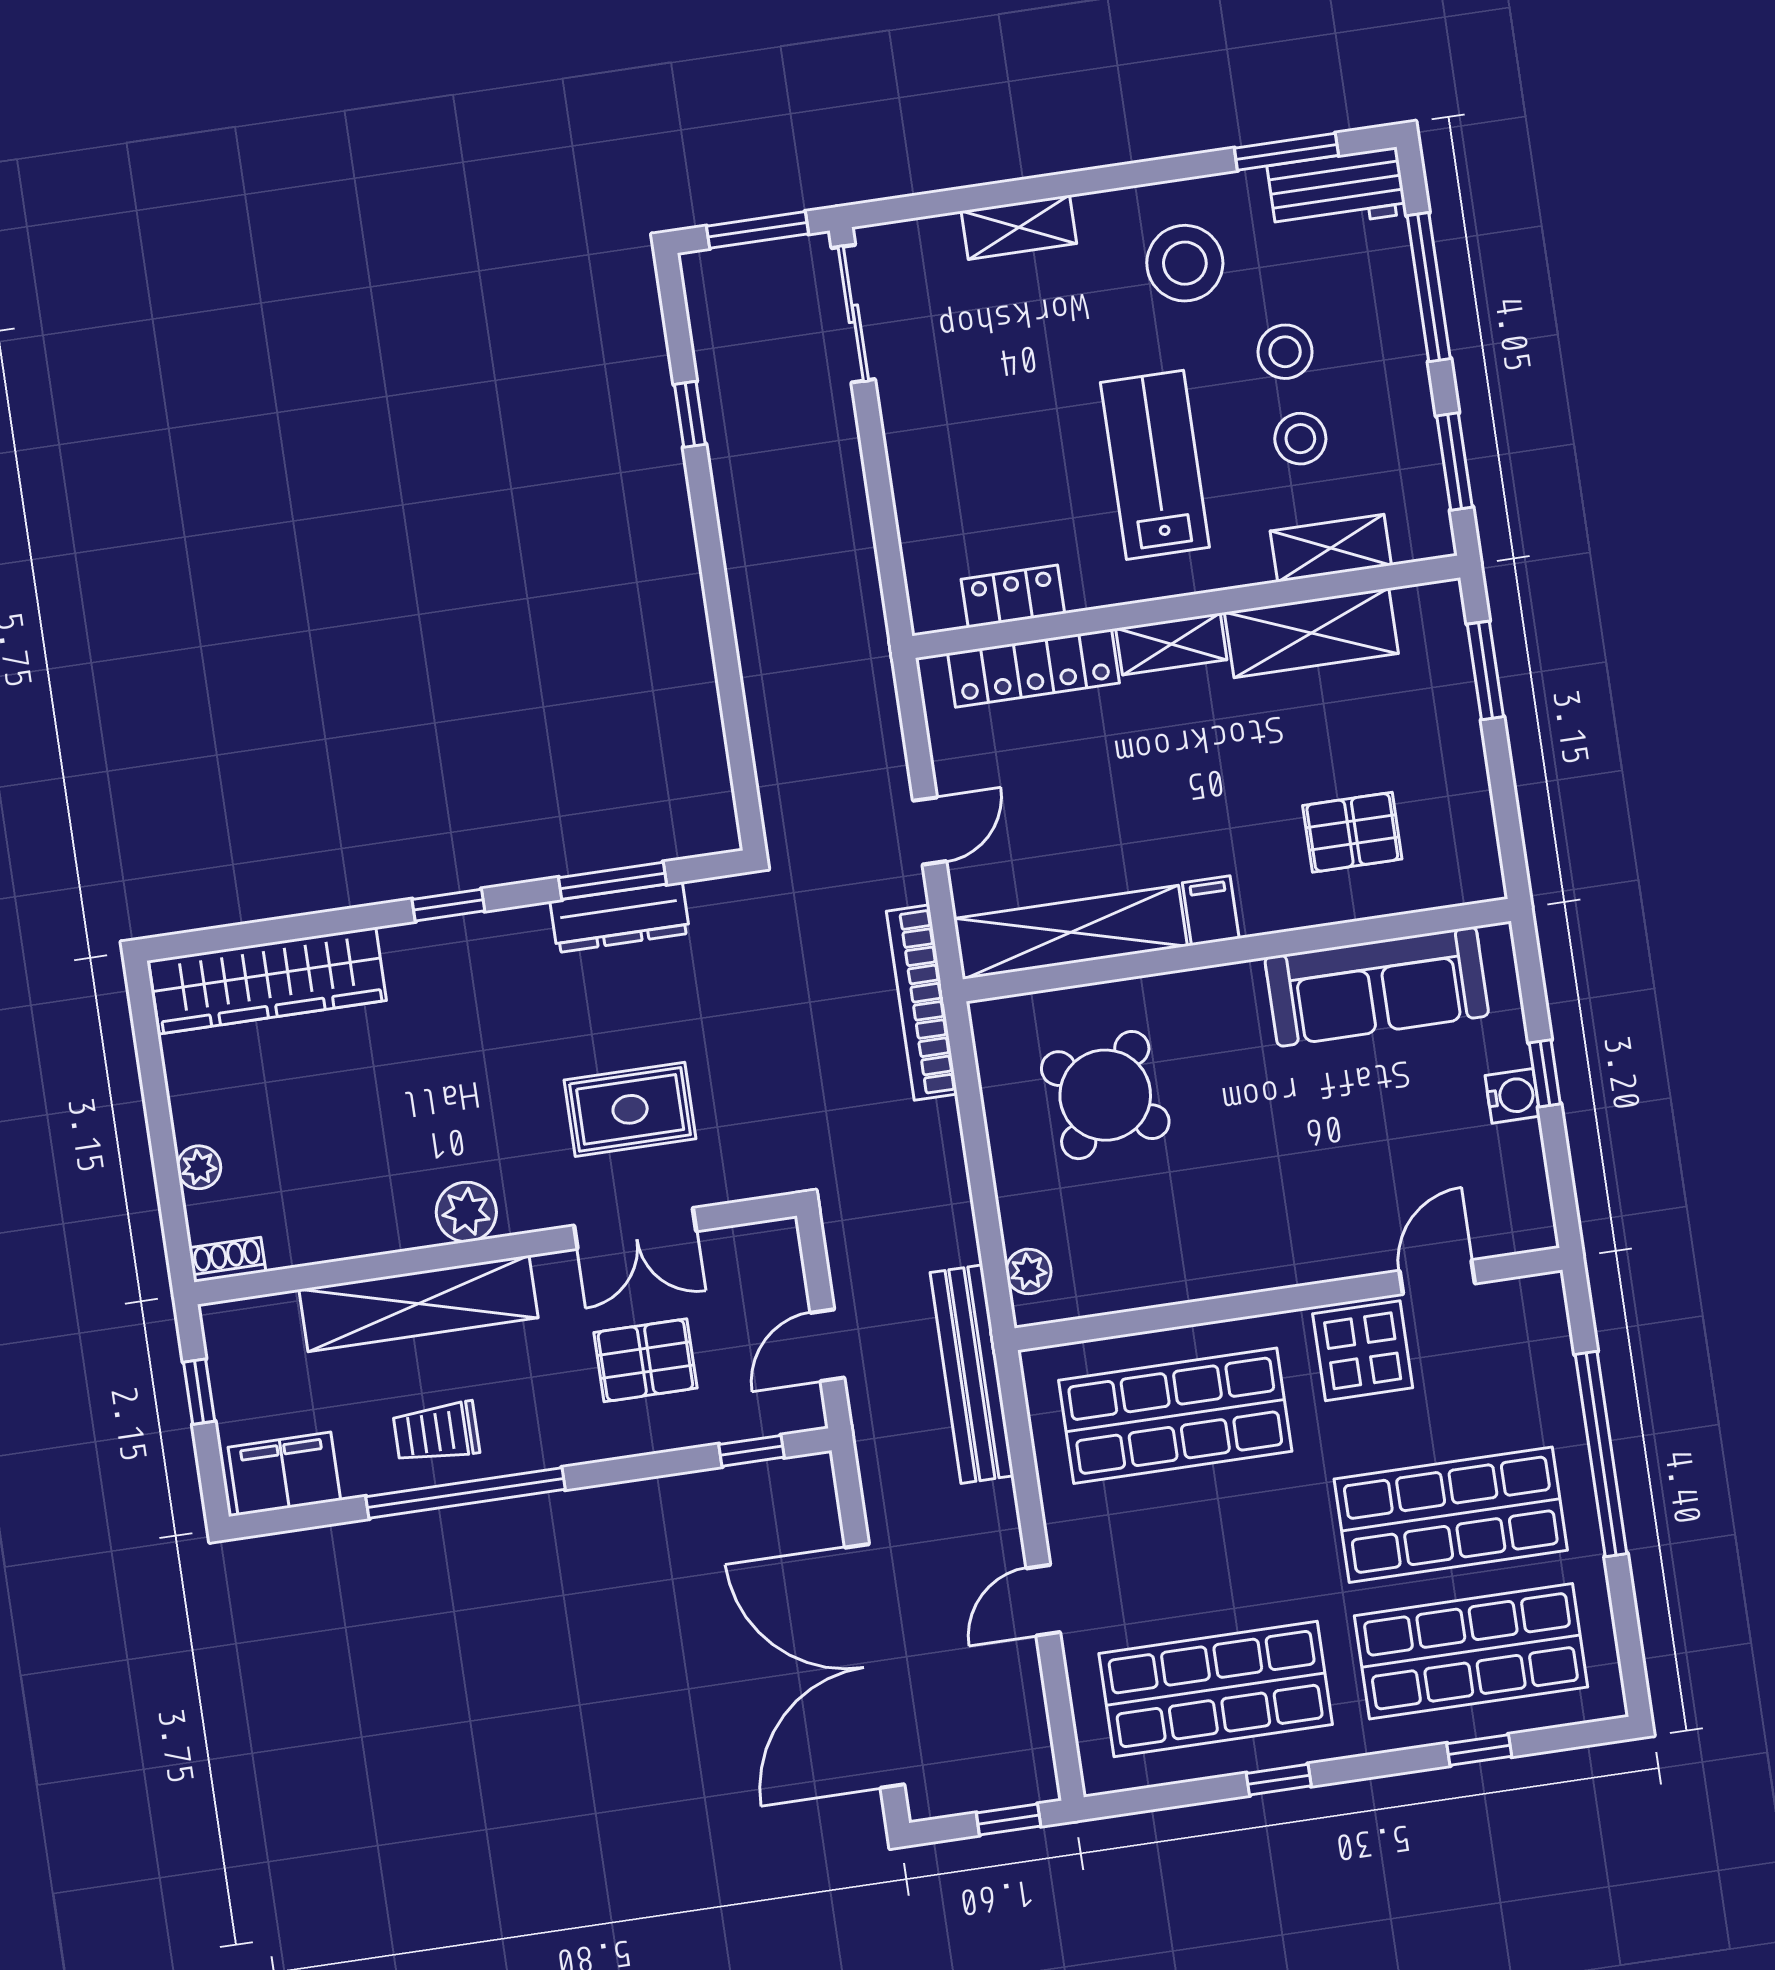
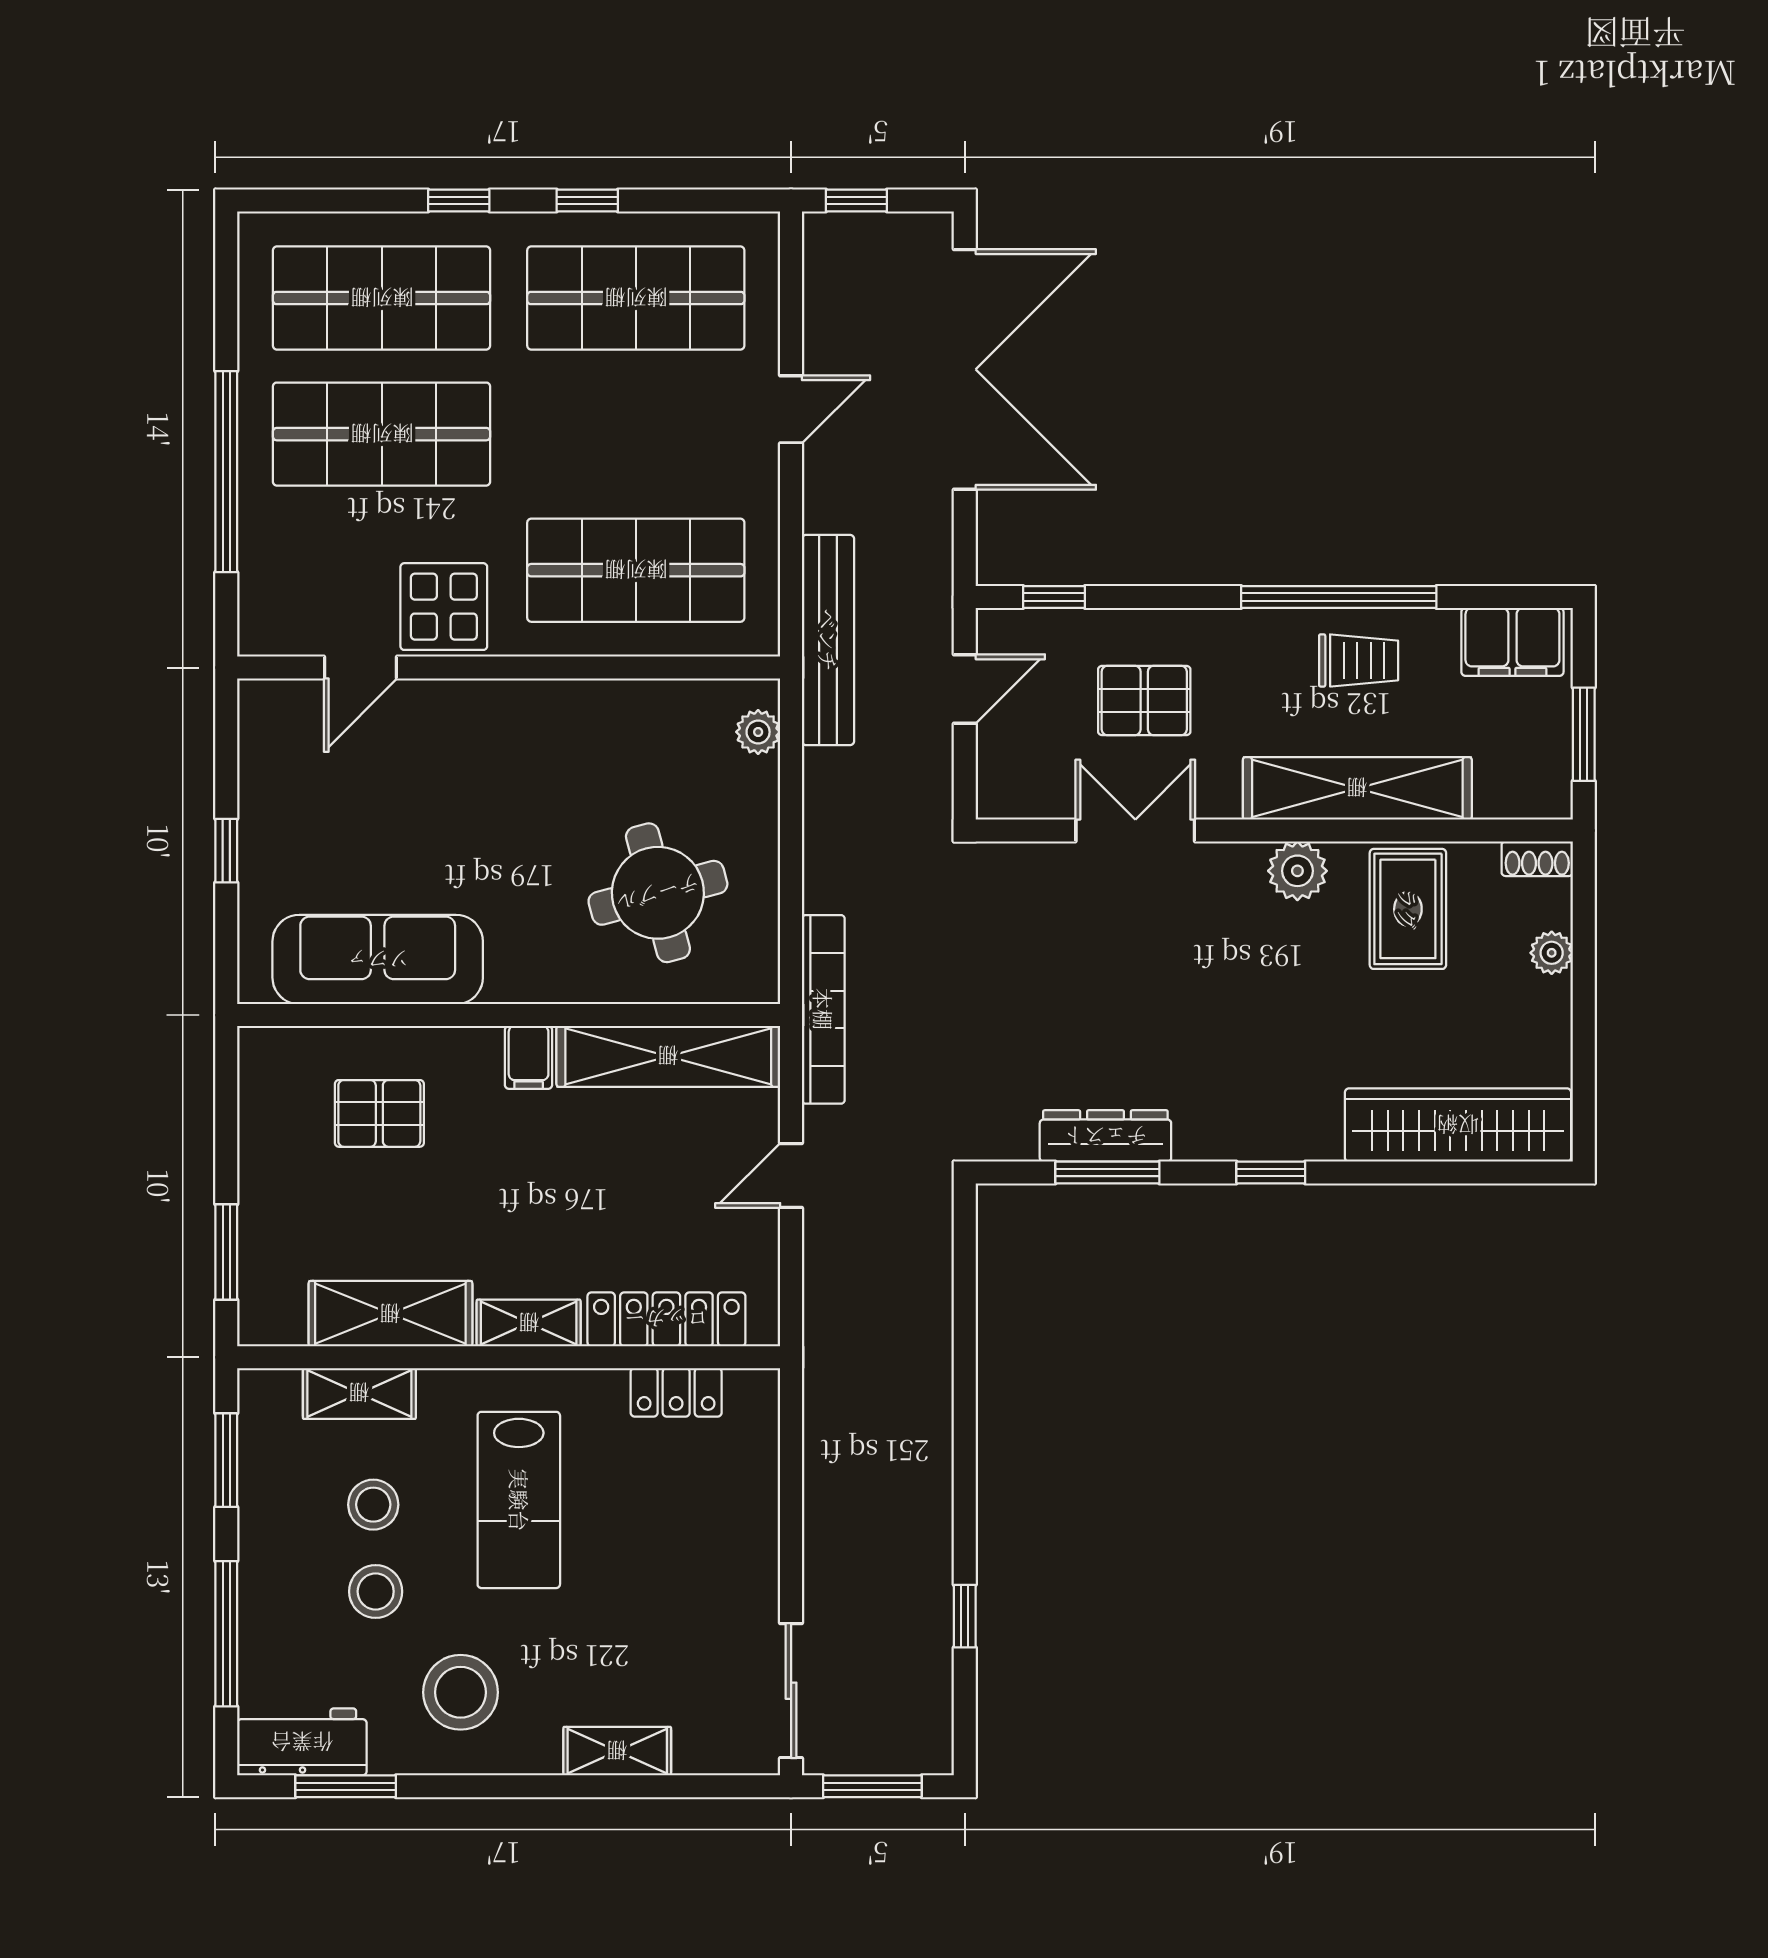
round table: (1105, 1095) -> (658, 893), turned 37
water cooler: (1513, 1096) -> (261, 833), removed
rug: (630, 1109) -> (1408, 909), moved, turned 90
window: (199, 1392) -> (1584, 734), width x1.50
window: (1479, 1750) -> (459, 201), moved

